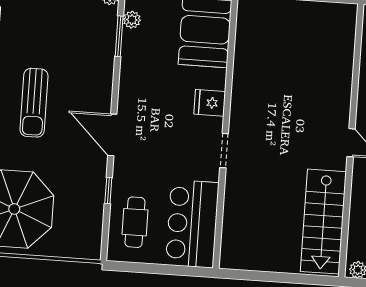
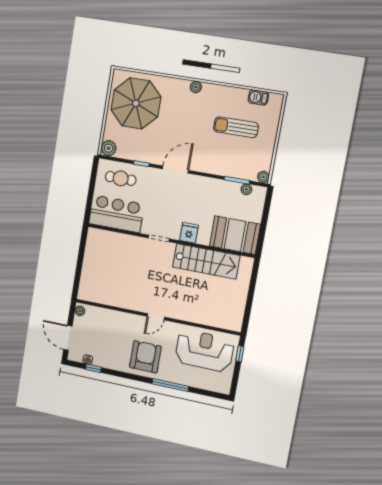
sun lounger: (34, 103) -> (236, 127), moved
stairs: (323, 222) -> (206, 261), moved, turned 180
plant: (89, 247) -> (109, 148), added

